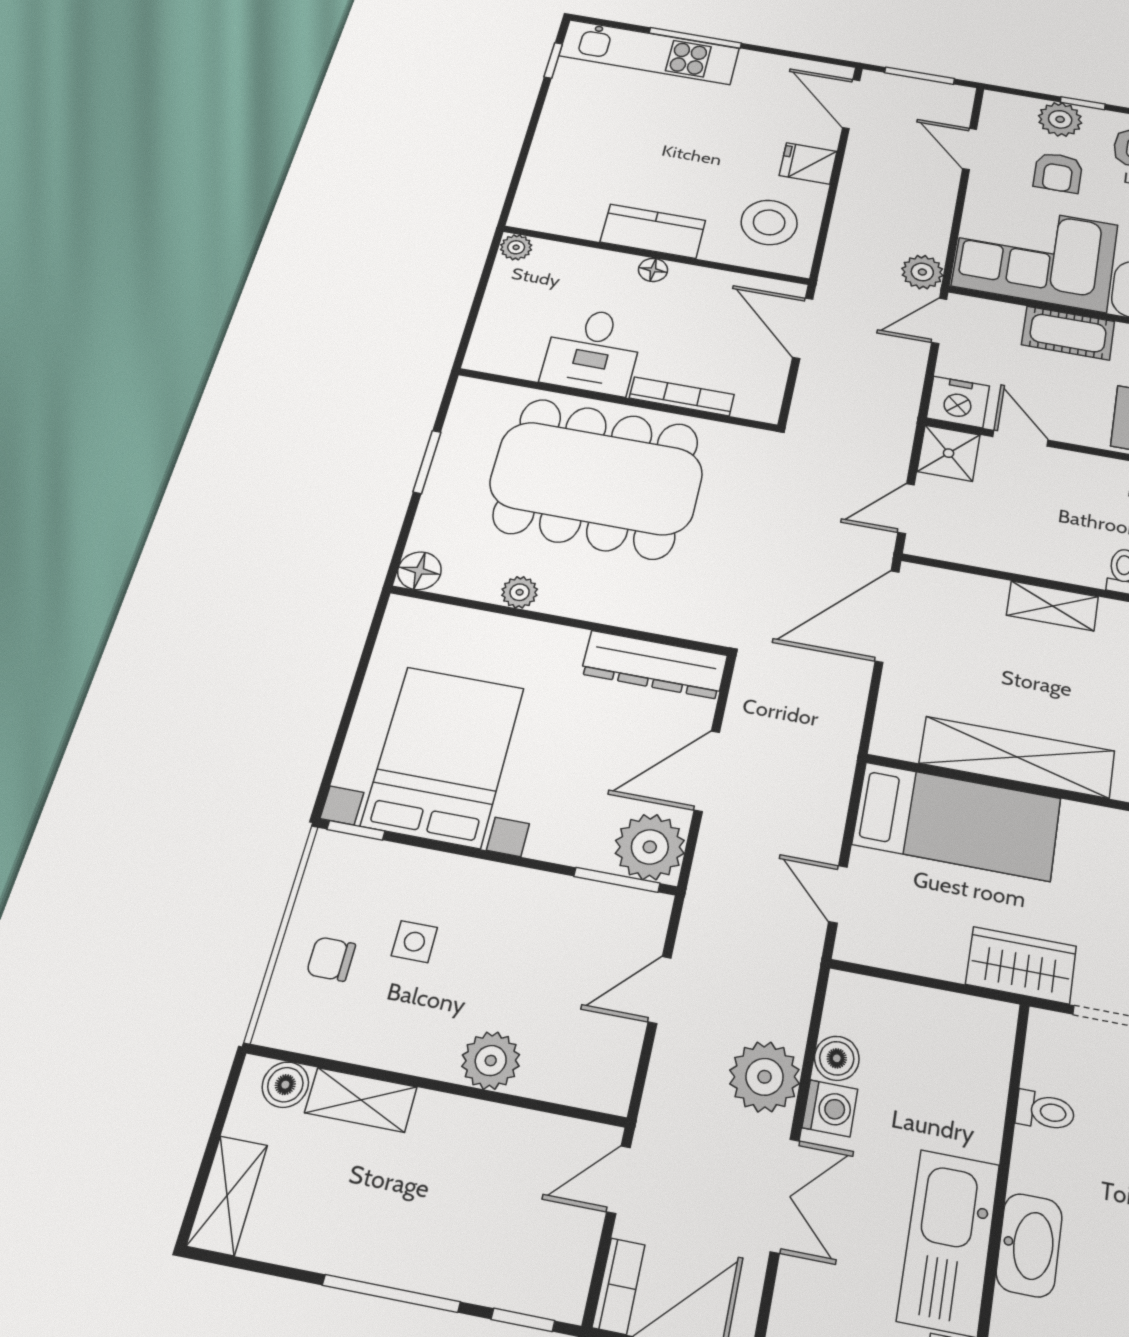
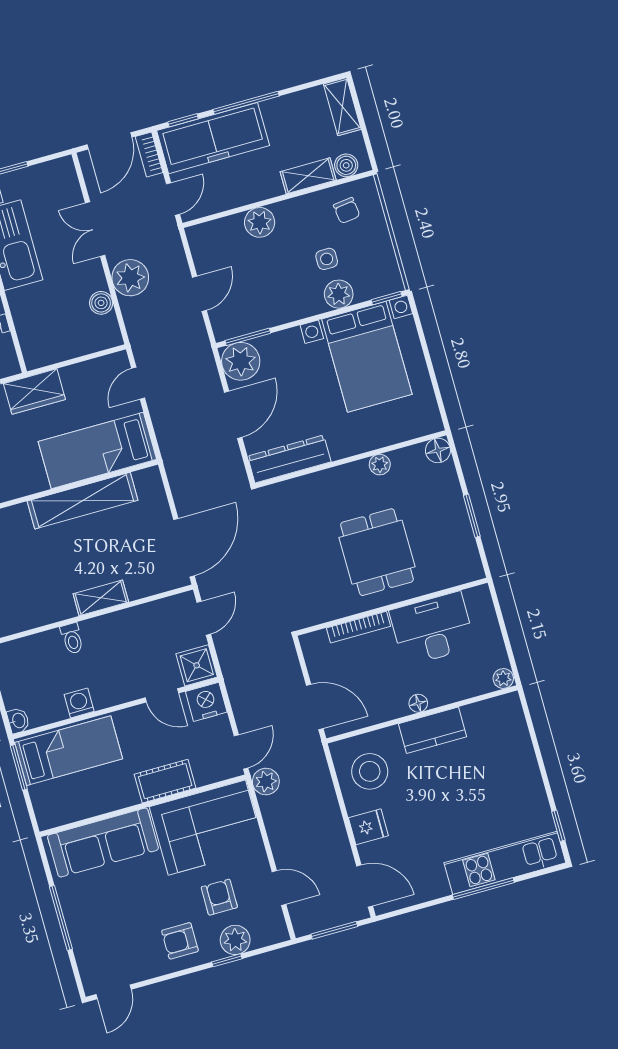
desk: (593, 351) -> (432, 629), width x1.37
dining table: (596, 478) -> (377, 552), width x0.53, depth x0.80
plant: (429, 875) -> (339, 294), added
door: (838, 894) -> (138, 383), swing flipped
chair: (331, 959) -> (347, 210), moved, turned 83
washing machine: (830, 1108) -> (93, 278), removed
freezer: (487, 1257) -> (213, 138), added

